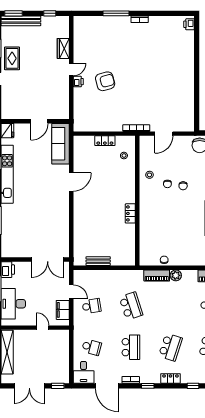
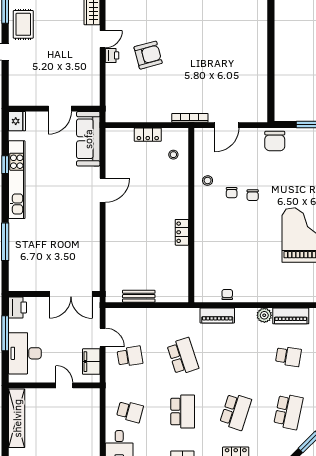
plant: (176, 275) -> (264, 315), moved

